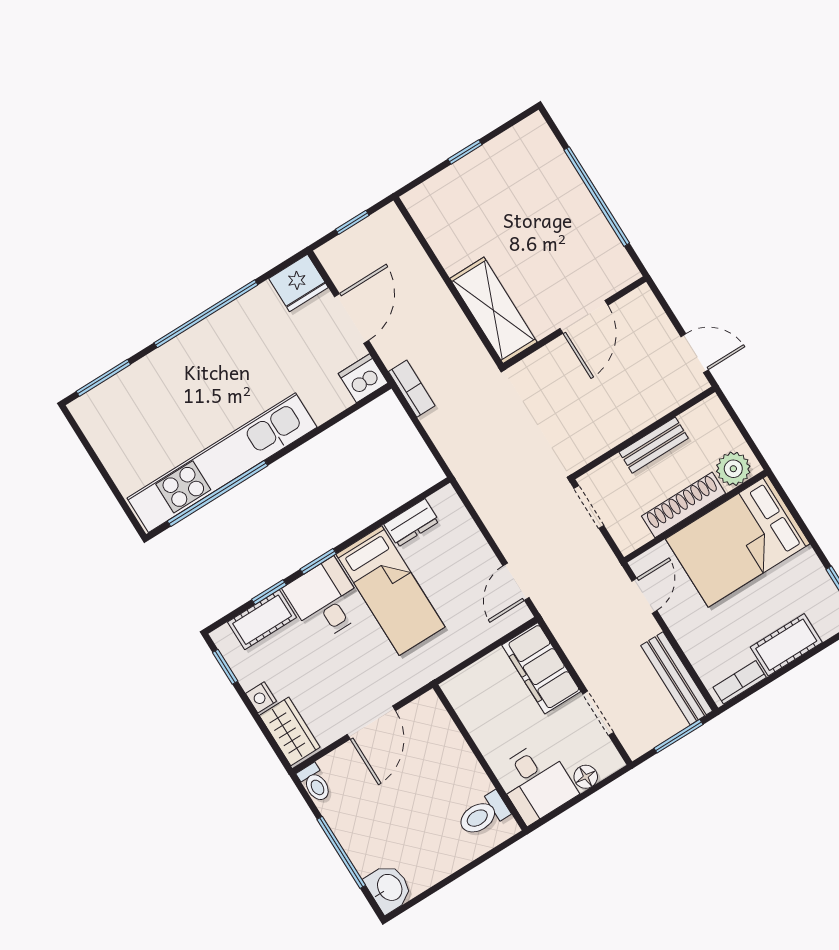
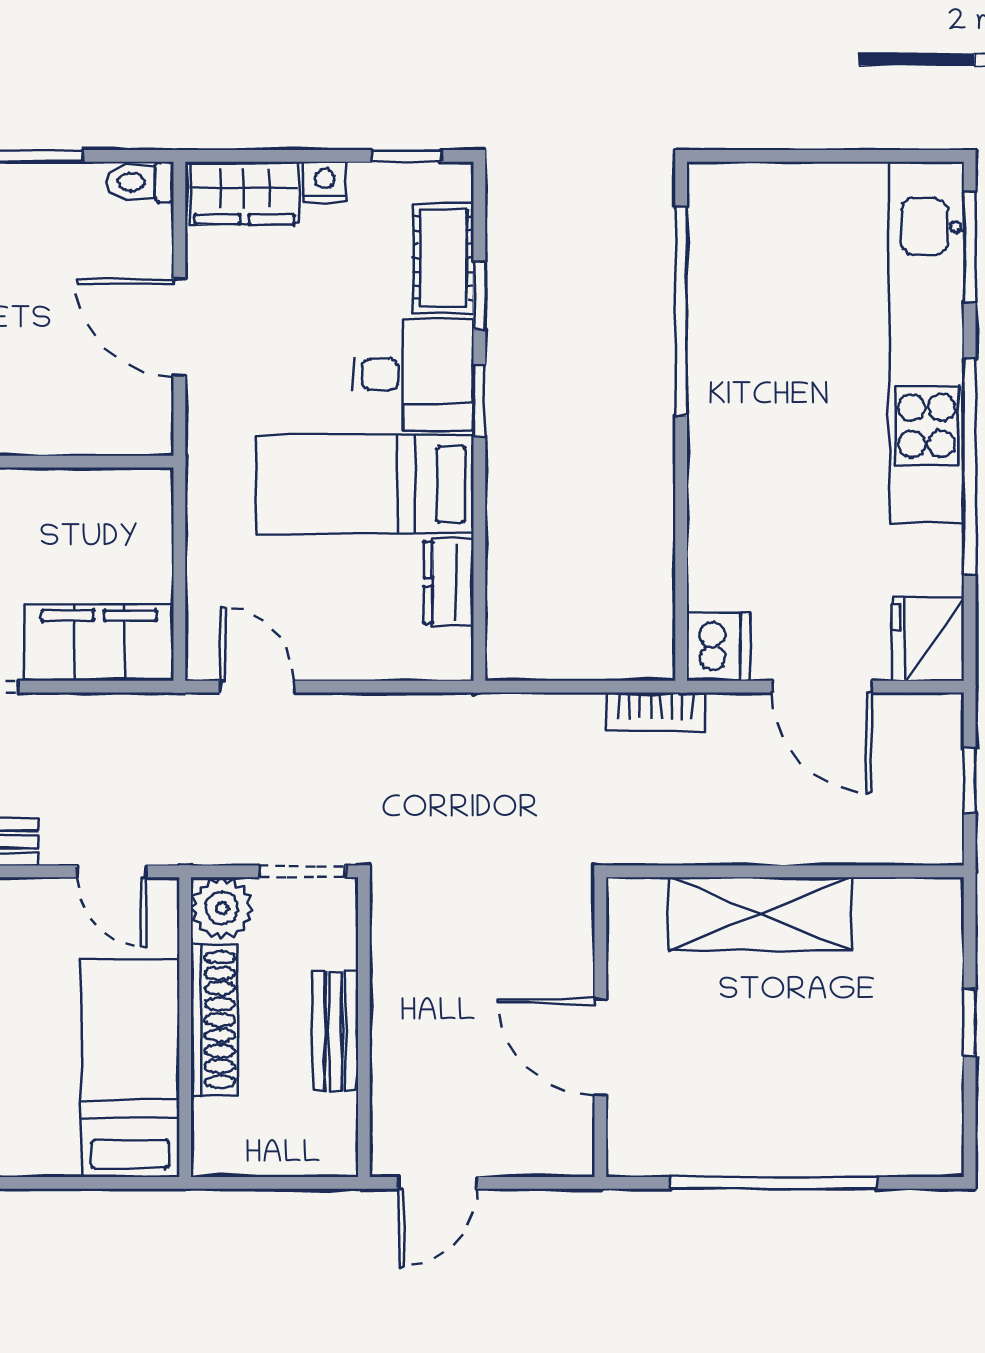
shelving: (493, 310) -> (760, 914), moved
kitchen unit: (222, 463) -> (927, 342), moved, turned 180
plant: (733, 469) -> (222, 908), moved
bed: (738, 541) -> (130, 1068), width x0.67

